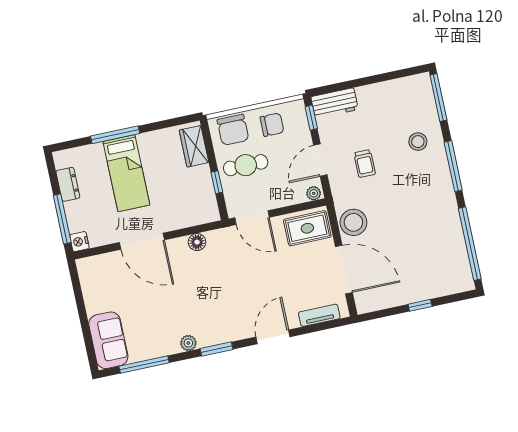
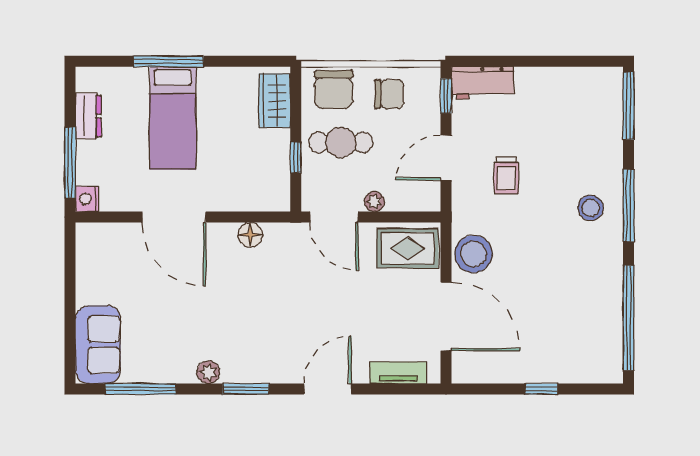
stool: (418, 142) -> (591, 208), moved
plant: (314, 193) -> (374, 202), moved

